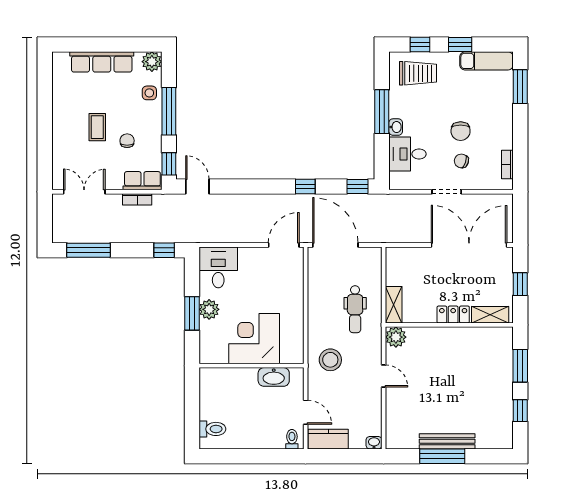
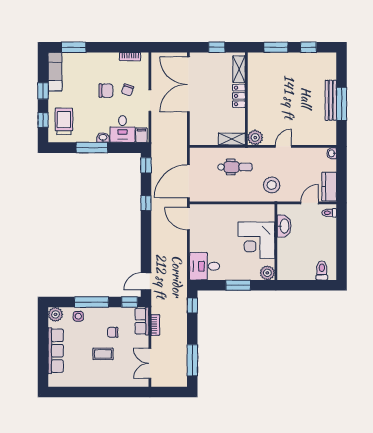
filing cabinet: (399, 180) -> (141, 135), added
plant: (209, 309) -> (267, 273), moved

